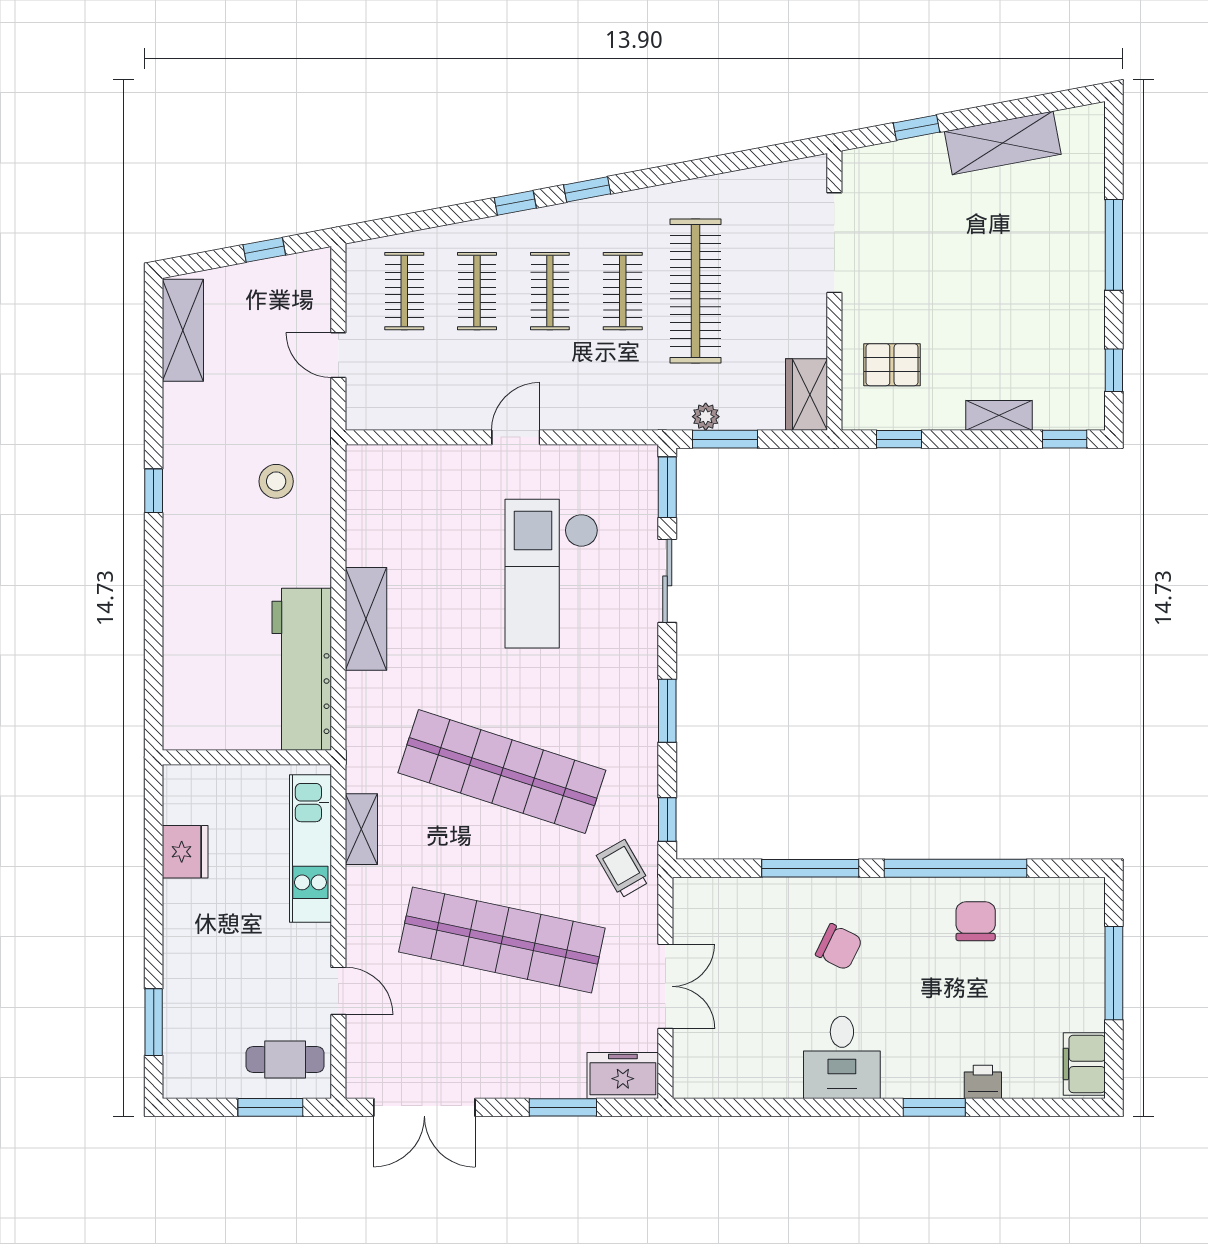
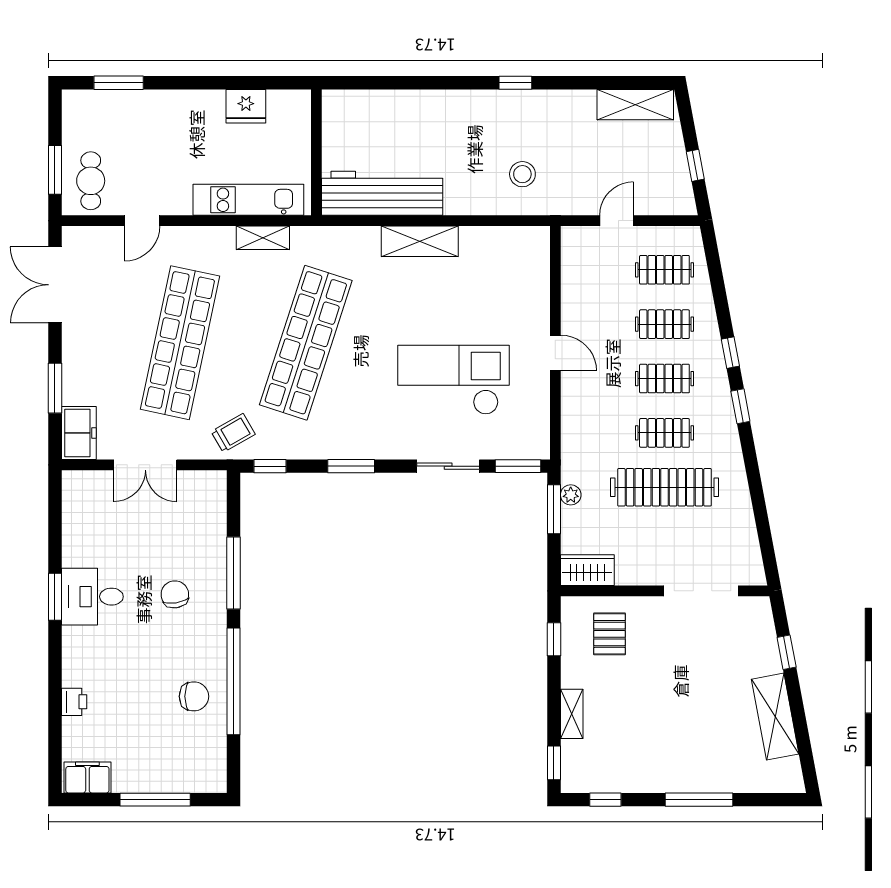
chair: (839, 947) -> (175, 594), turned 145
window: (934, 1107) -> (55, 597), moved

